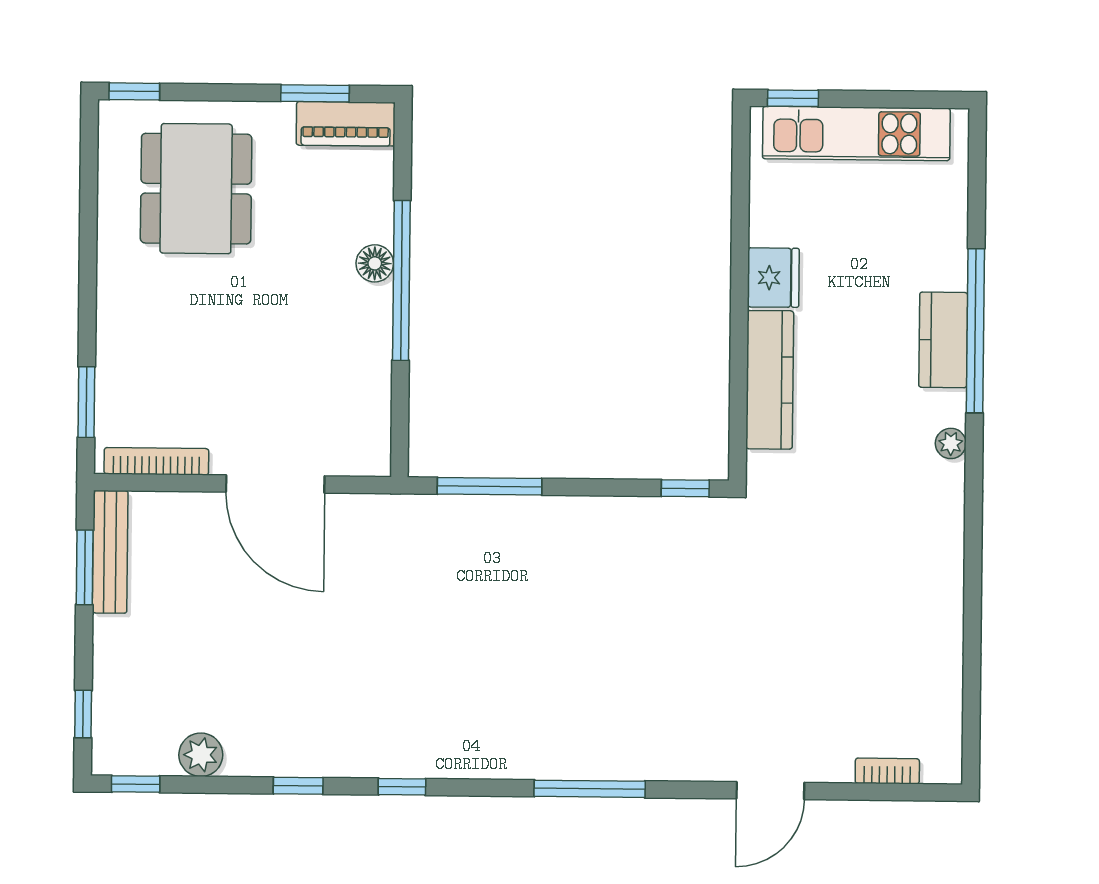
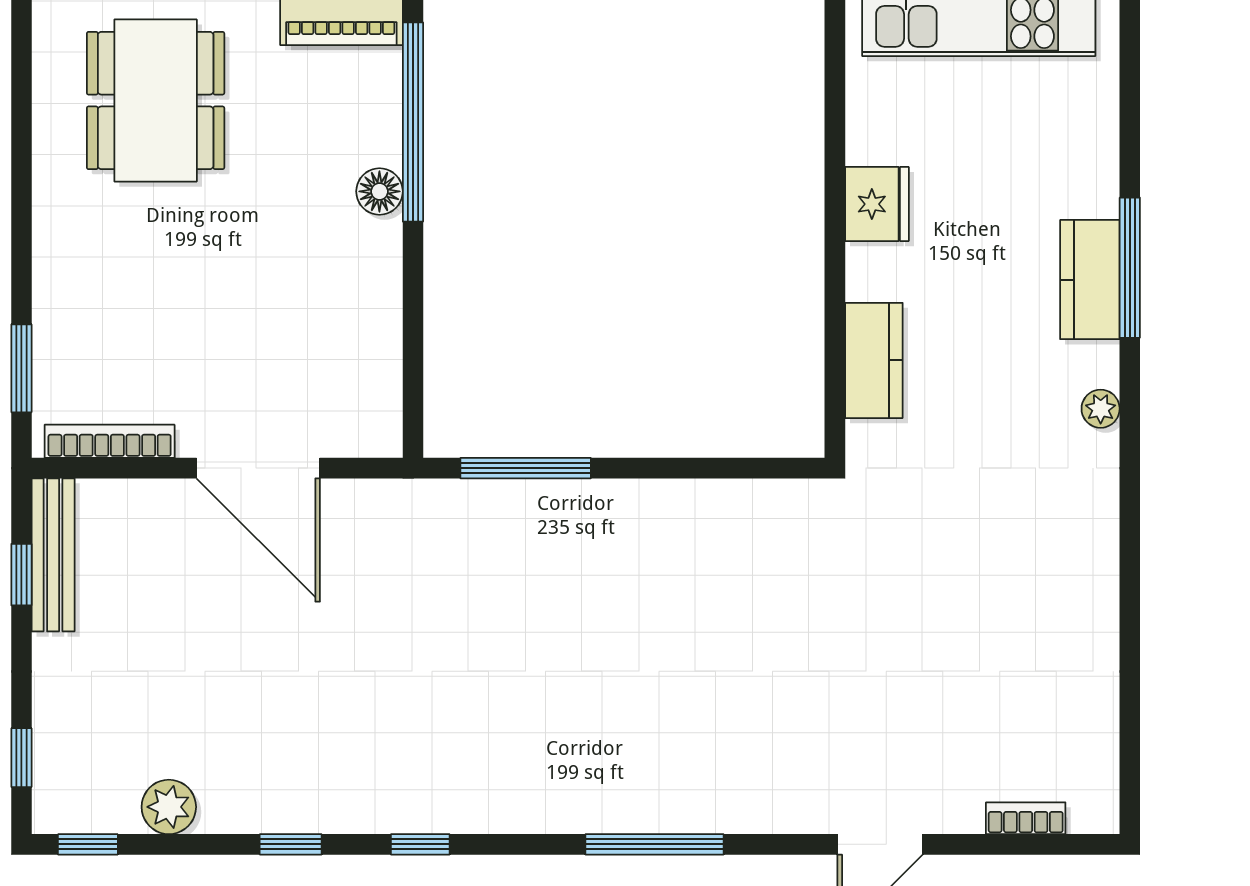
window: (401, 280) -> (413, 122), moved
window: (975, 331) -> (1130, 268), width x0.68
kitchen counter: (770, 380) -> (874, 360), width x0.67
window: (685, 488) -> (770, 468), removed
window: (85, 567) -> (21, 575), width x0.67

